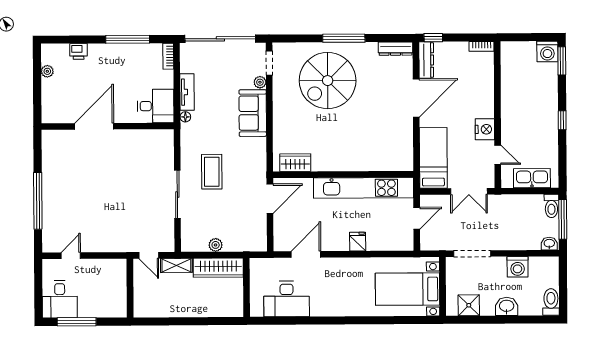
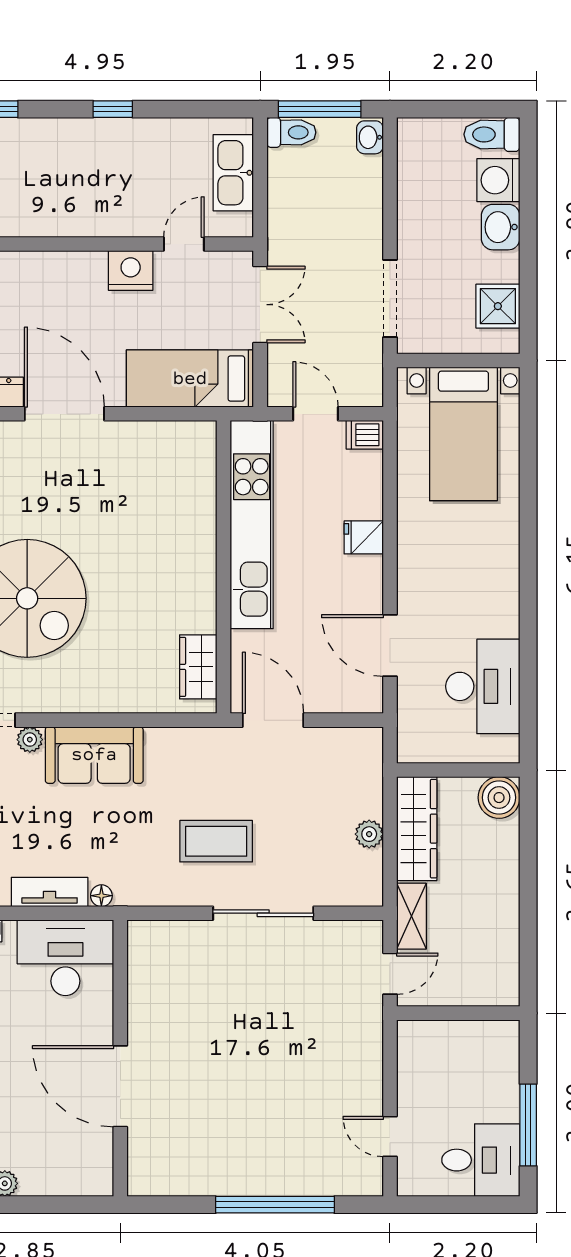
desk: (156, 106) -> (65, 958), width x1.37
dishwasher: (407, 242) -> (365, 435), added
washing machine: (518, 267) -> (498, 180), moved, turned 180
boiler: (233, 307) -> (499, 798), added

